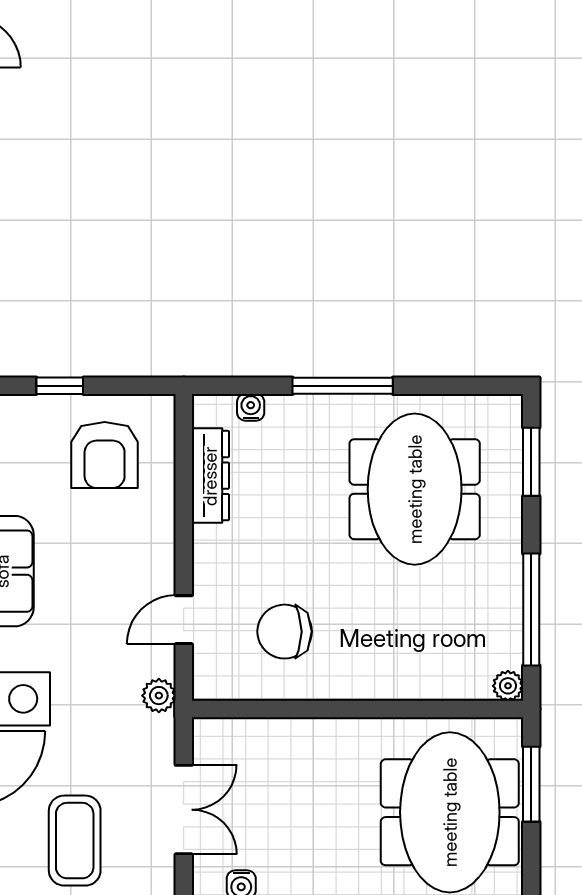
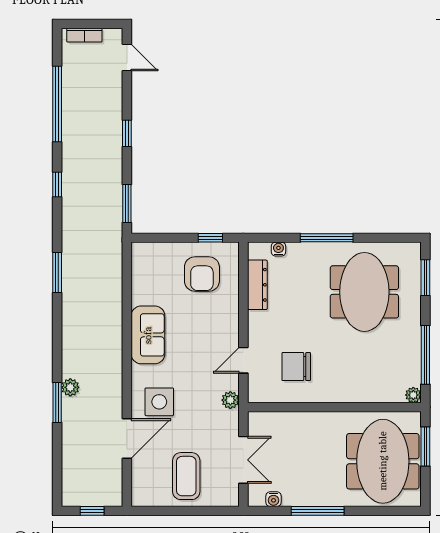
window: (60, 386) -> (210, 238), moved

